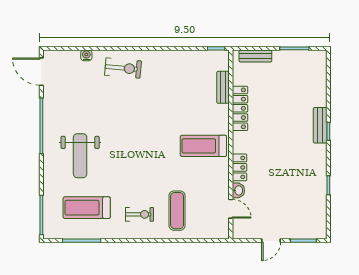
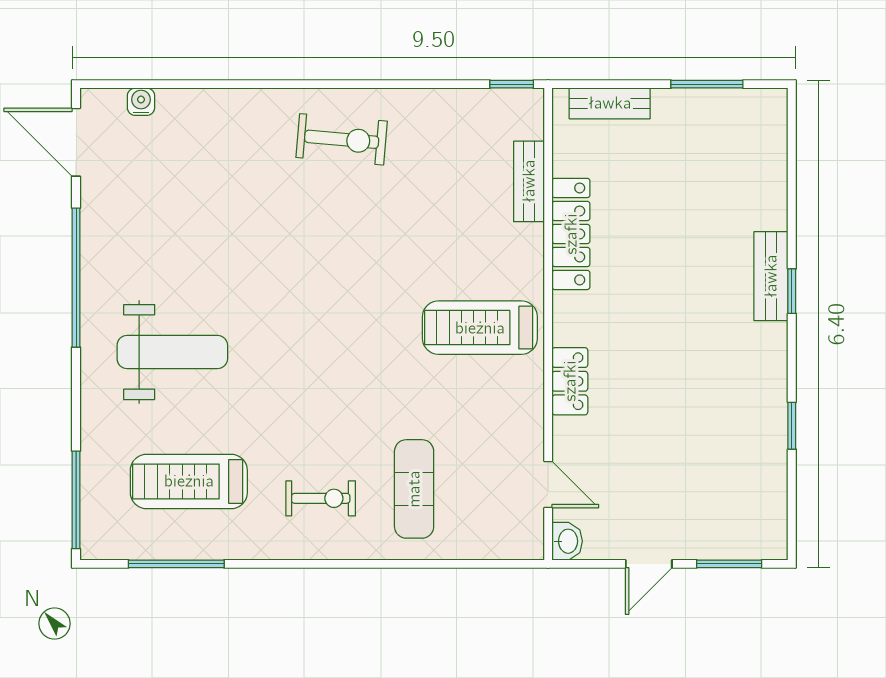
water cooler: (86, 55) -> (141, 102), moved
exercise bike: (123, 68) -> (342, 139), moved
weight bench: (80, 156) -> (172, 352), turned -90
washbasin: (238, 190) -> (567, 541), moved

